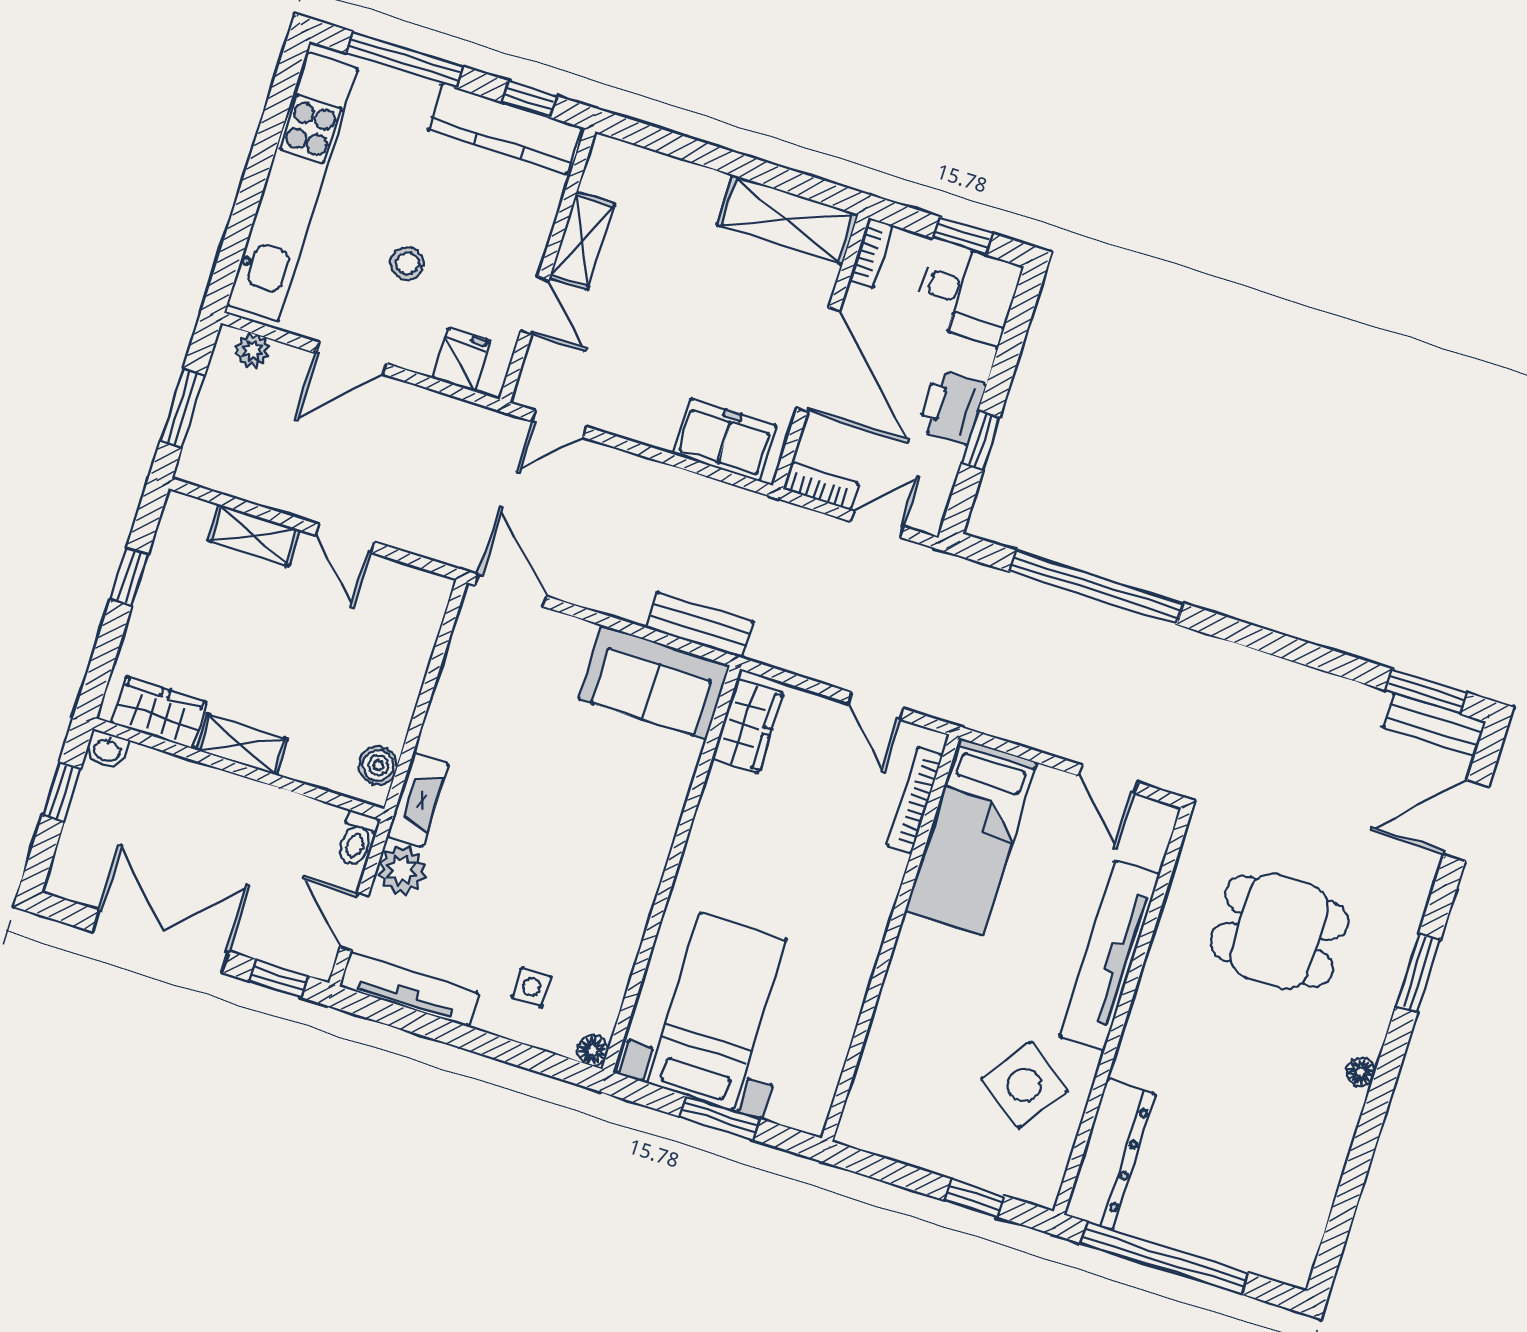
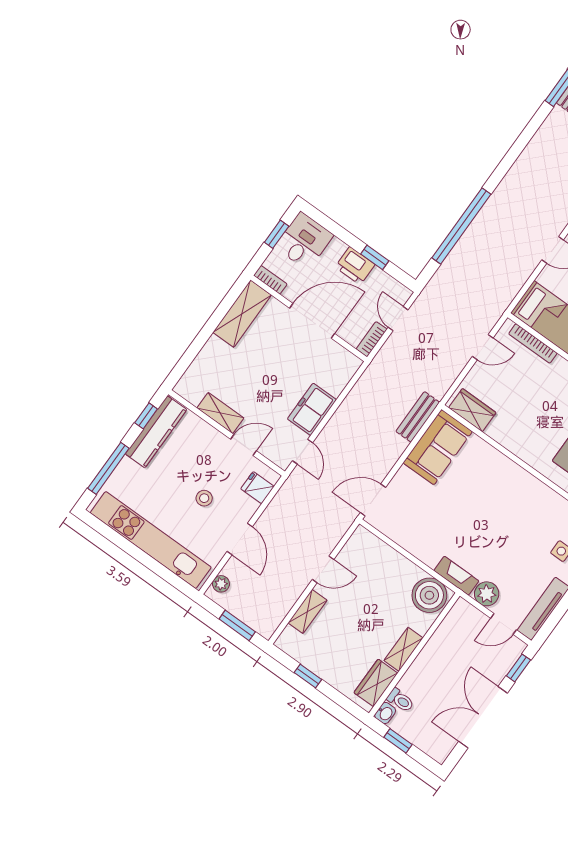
freezer: (725, 440) -> (312, 409), moved
boiler: (378, 765) -> (429, 595), width x1.86, depth x1.86
toilet: (357, 839) -> (400, 700), moved

